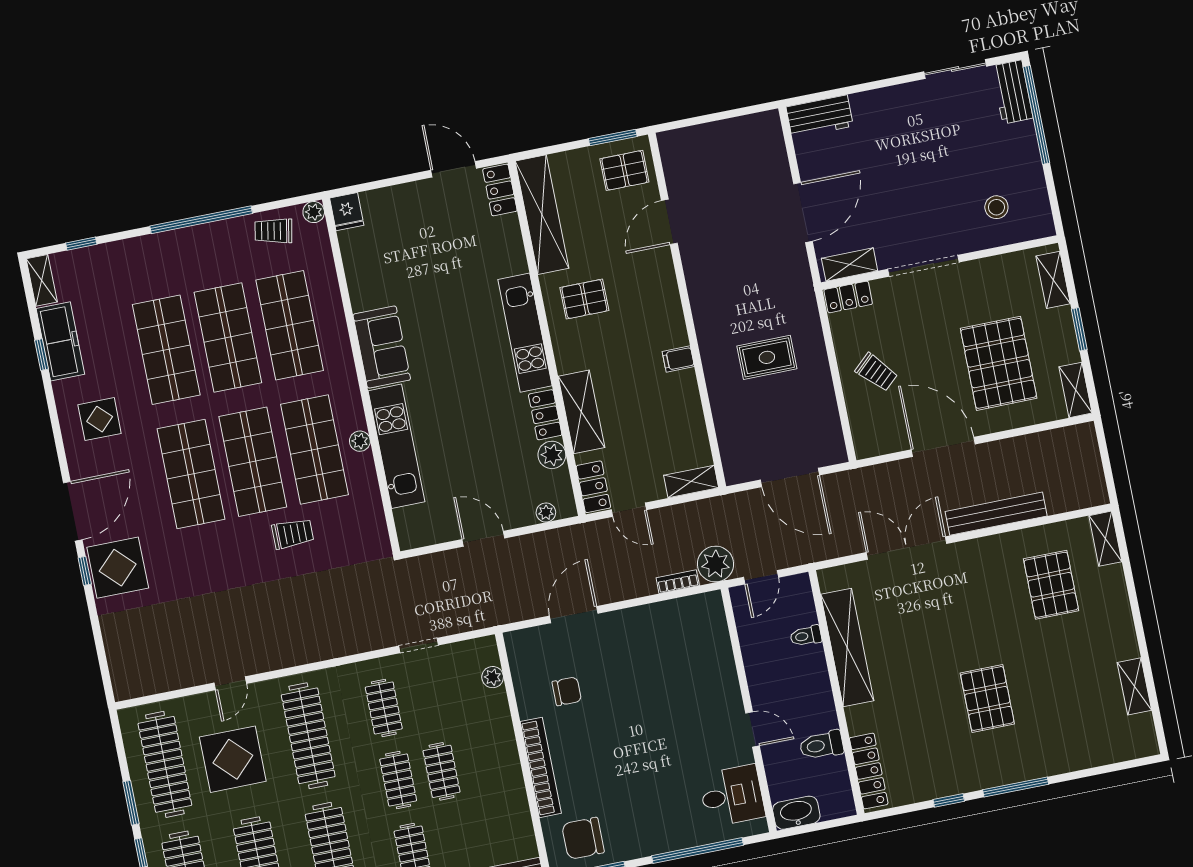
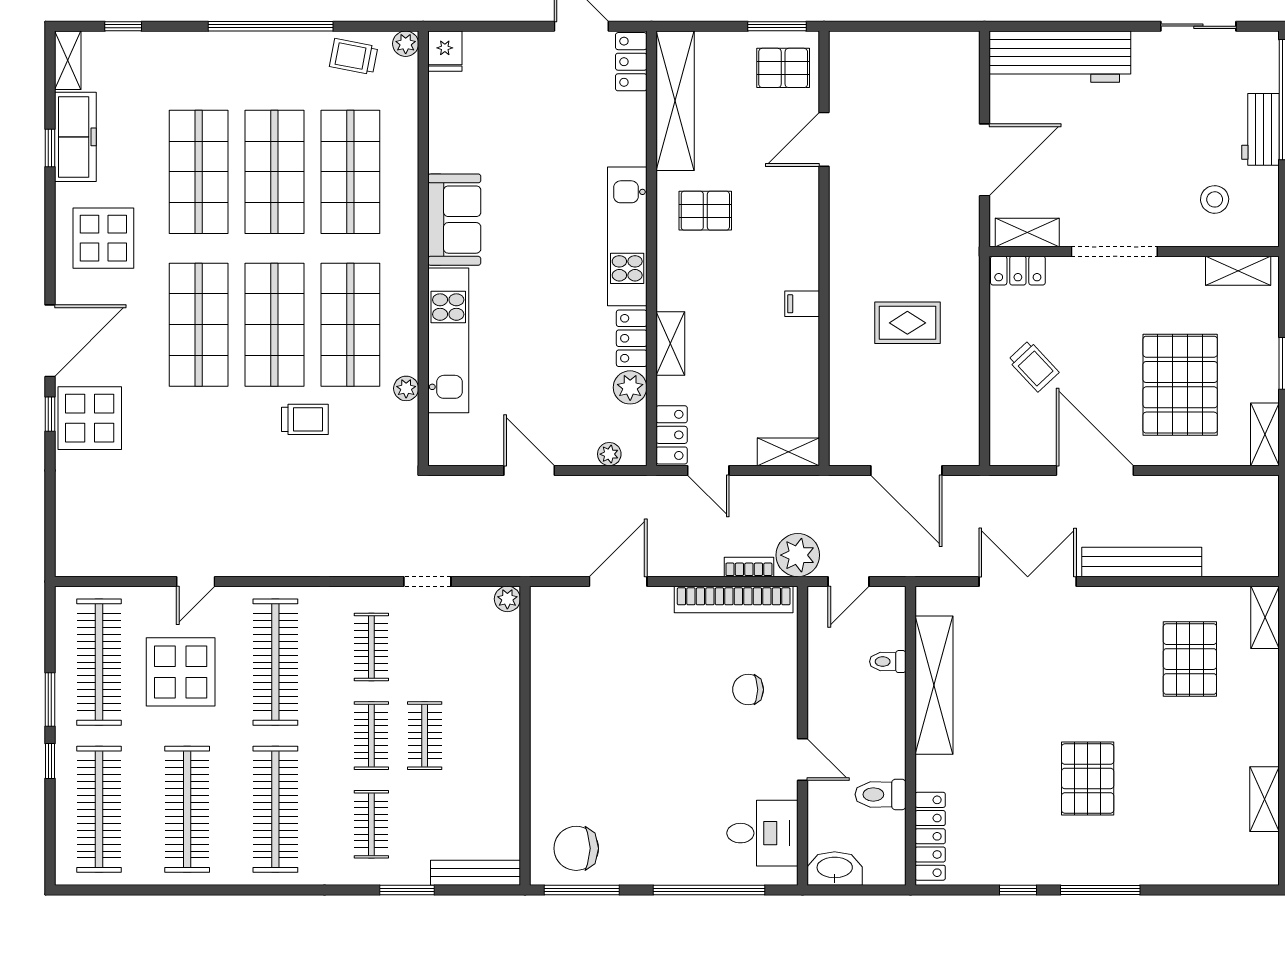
workbench: (1012, 92) -> (1260, 129), moved
workbench: (820, 117) -> (1060, 57), width x1.88, depth x1.32
shelving: (1053, 280) -> (1238, 271), moved, turned 90
shelving: (581, 412) -> (670, 344), width x0.67, depth x0.75
display table: (100, 419) -> (103, 238), width x1.36, depth x1.36
plant: (360, 441) -> (406, 388), moved
plant: (493, 677) -> (507, 599), moved
chair: (567, 691) -> (748, 690), moved, turned 180
bookcase: (541, 767) -> (734, 600), moved, turned 90

